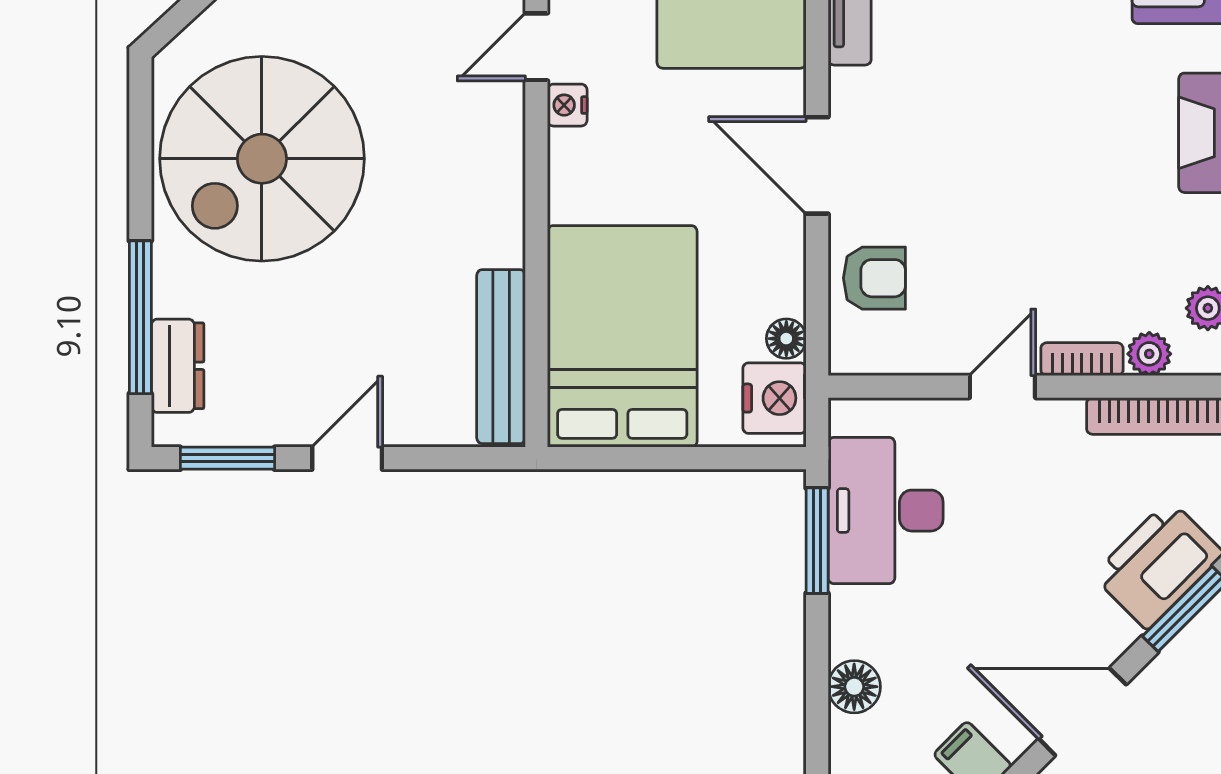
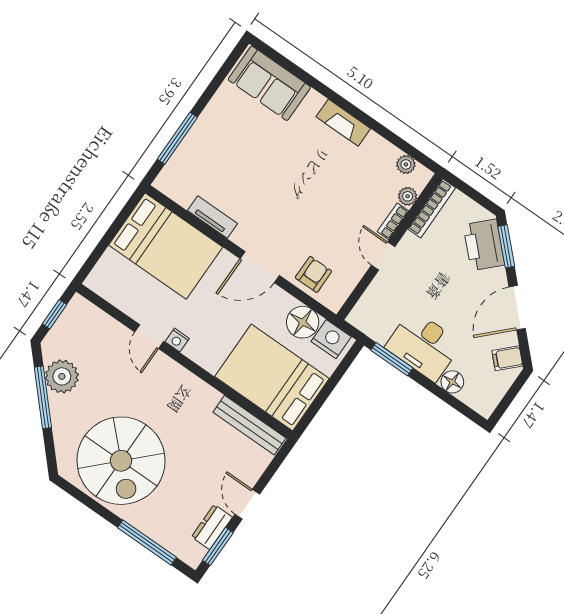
floor lamp: (786, 339) -> (303, 322), width x1.89, depth x1.89
dresser: (178, 366) -> (212, 527), moved, turned -90
desk: (886, 511) -> (424, 345), moved

